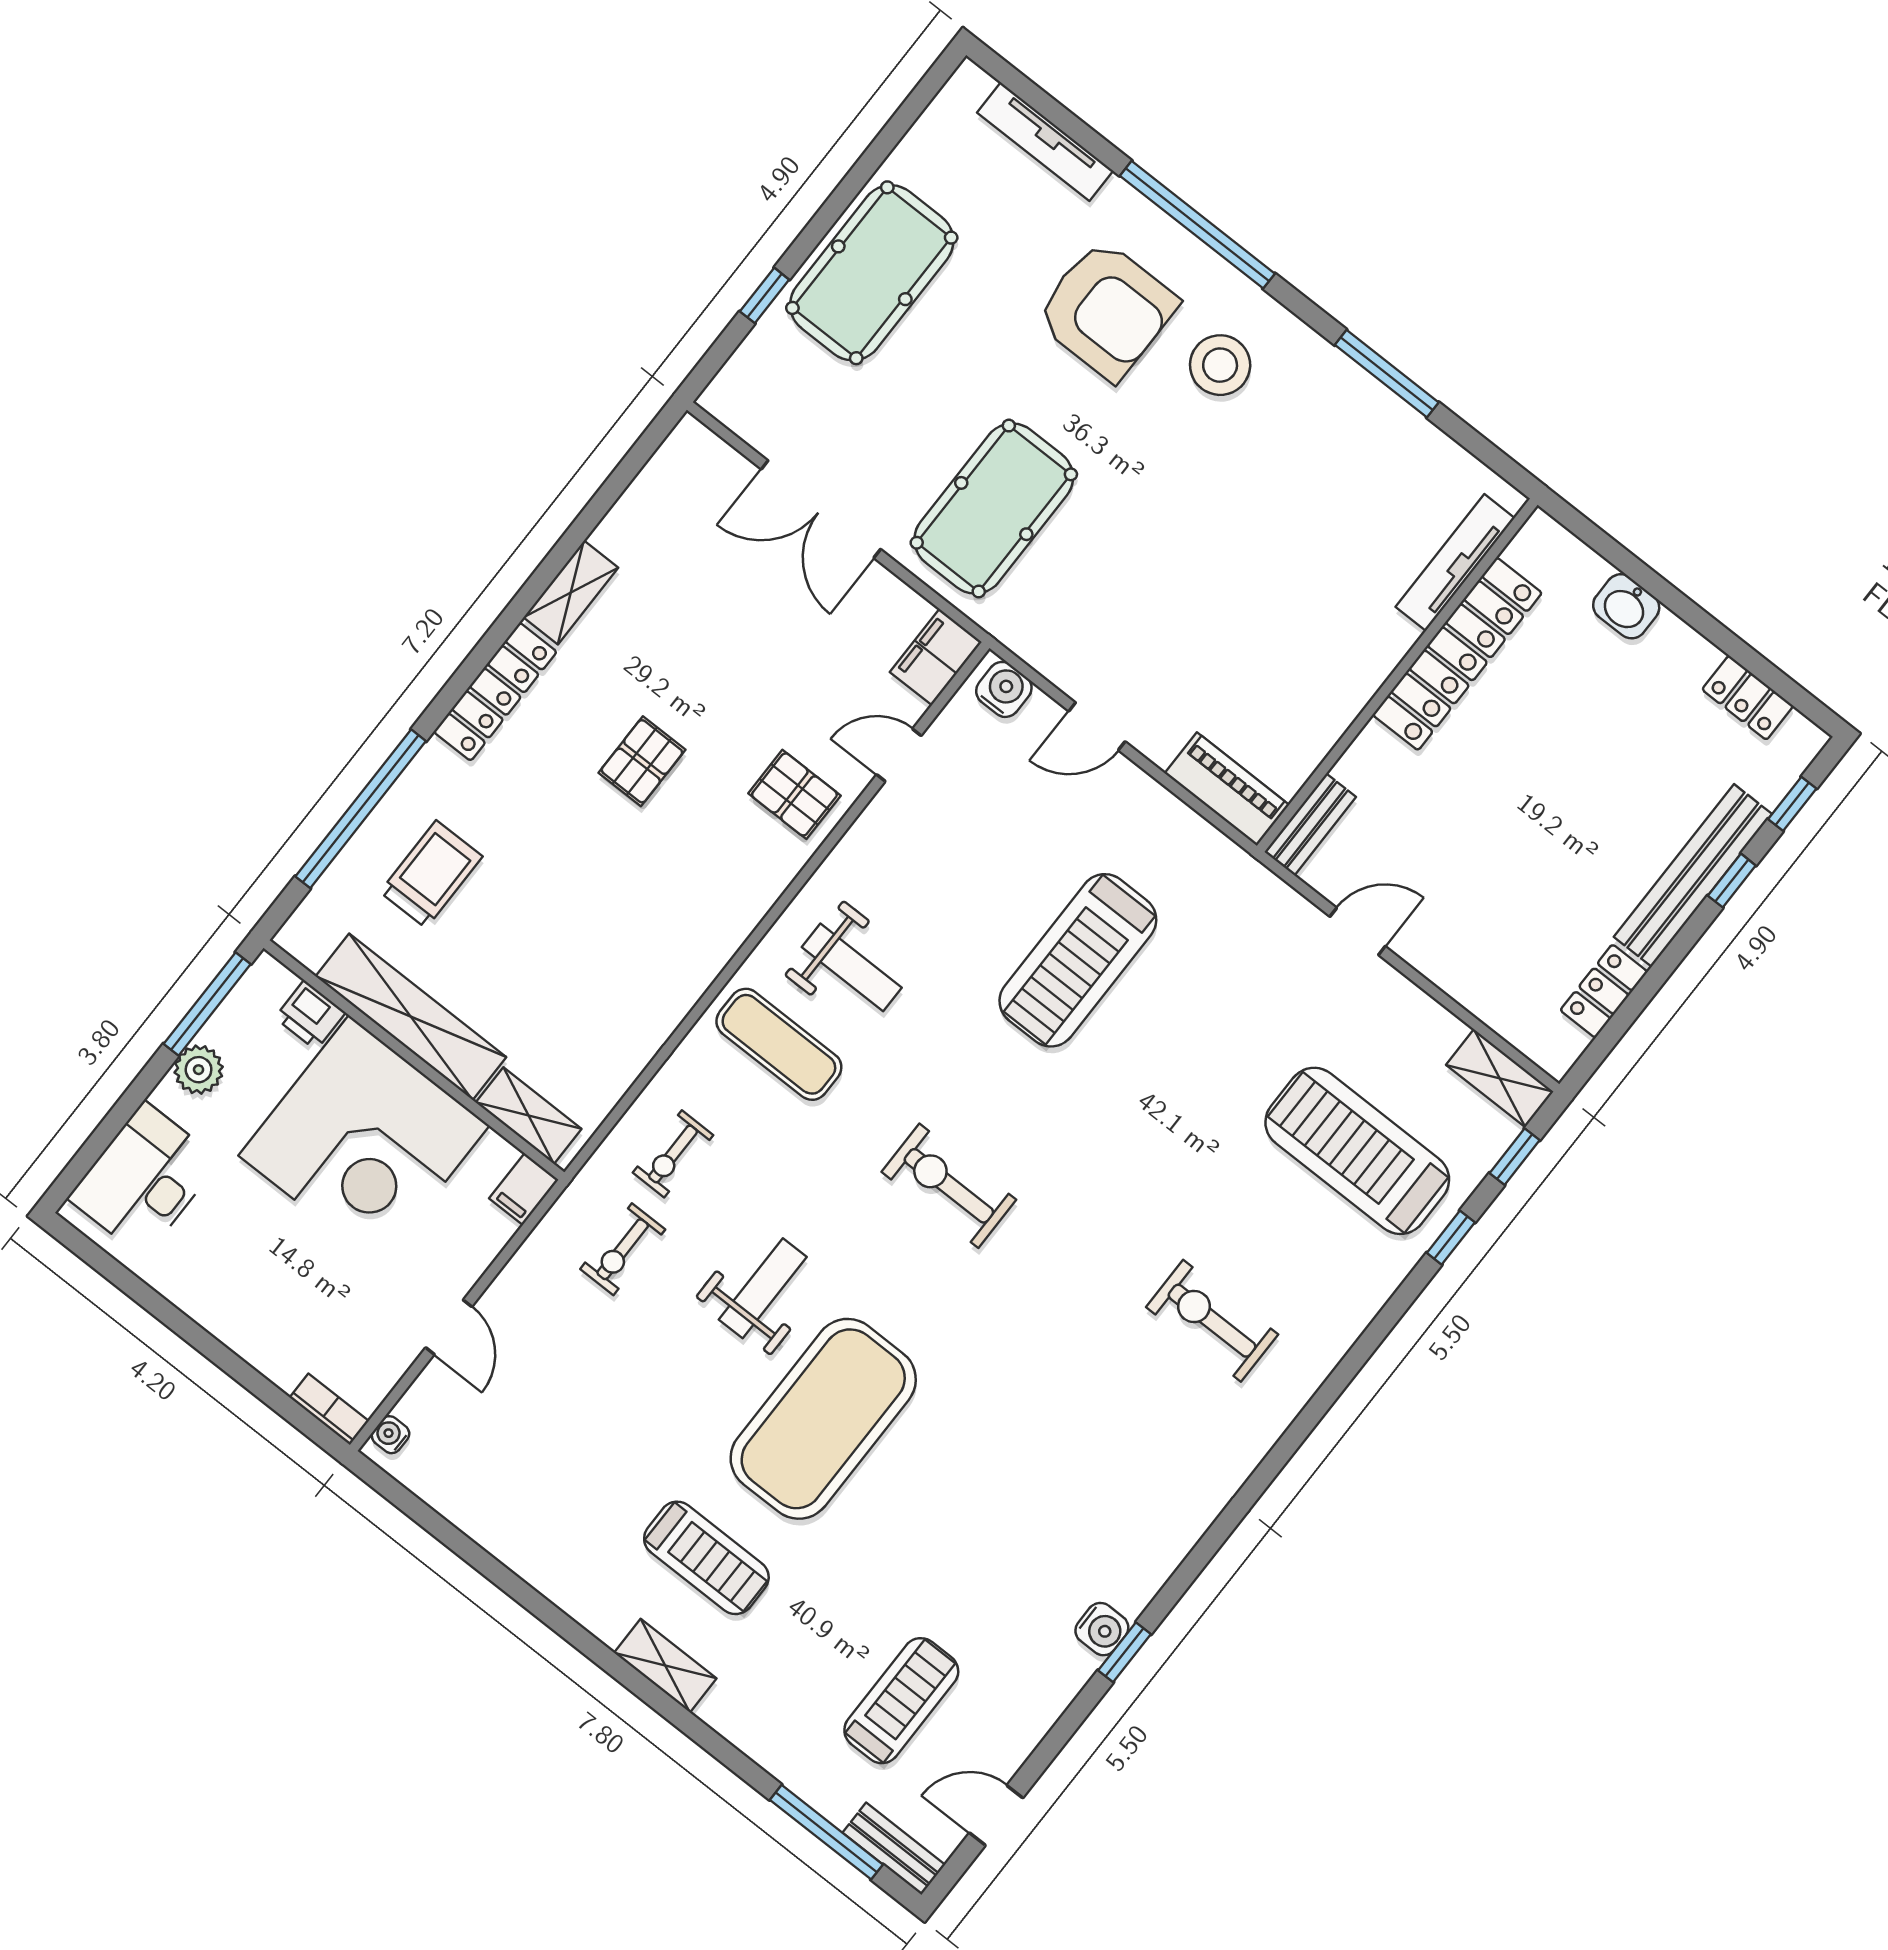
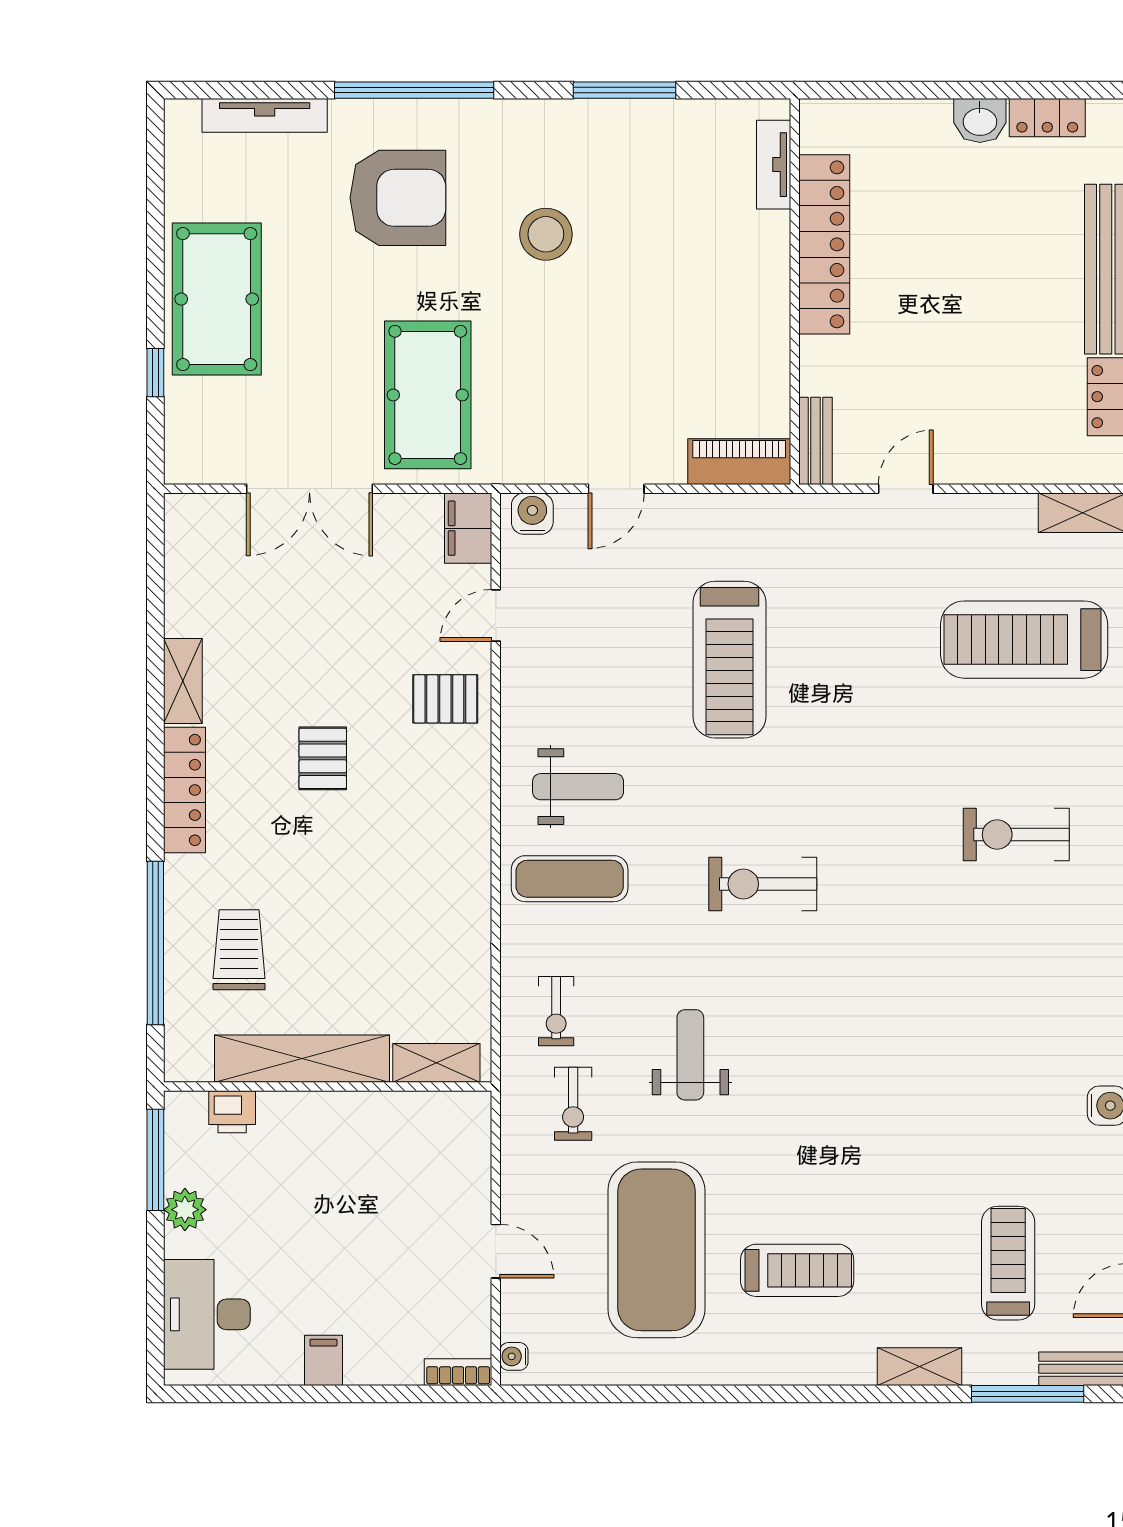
stool: (1220, 365) -> (546, 234), moved
tv unit: (1455, 563) -> (774, 165), width x0.71
washbasin: (1626, 606) -> (980, 121), moved
corner desk: (364, 1141) -> (337, 1169), removed
filing cabinet: (524, 1189) -> (323, 1360), moved, turned 180
exercise mat: (823, 1419) -> (656, 1250), moved
shelving: (665, 1666) -> (919, 1367), moved

